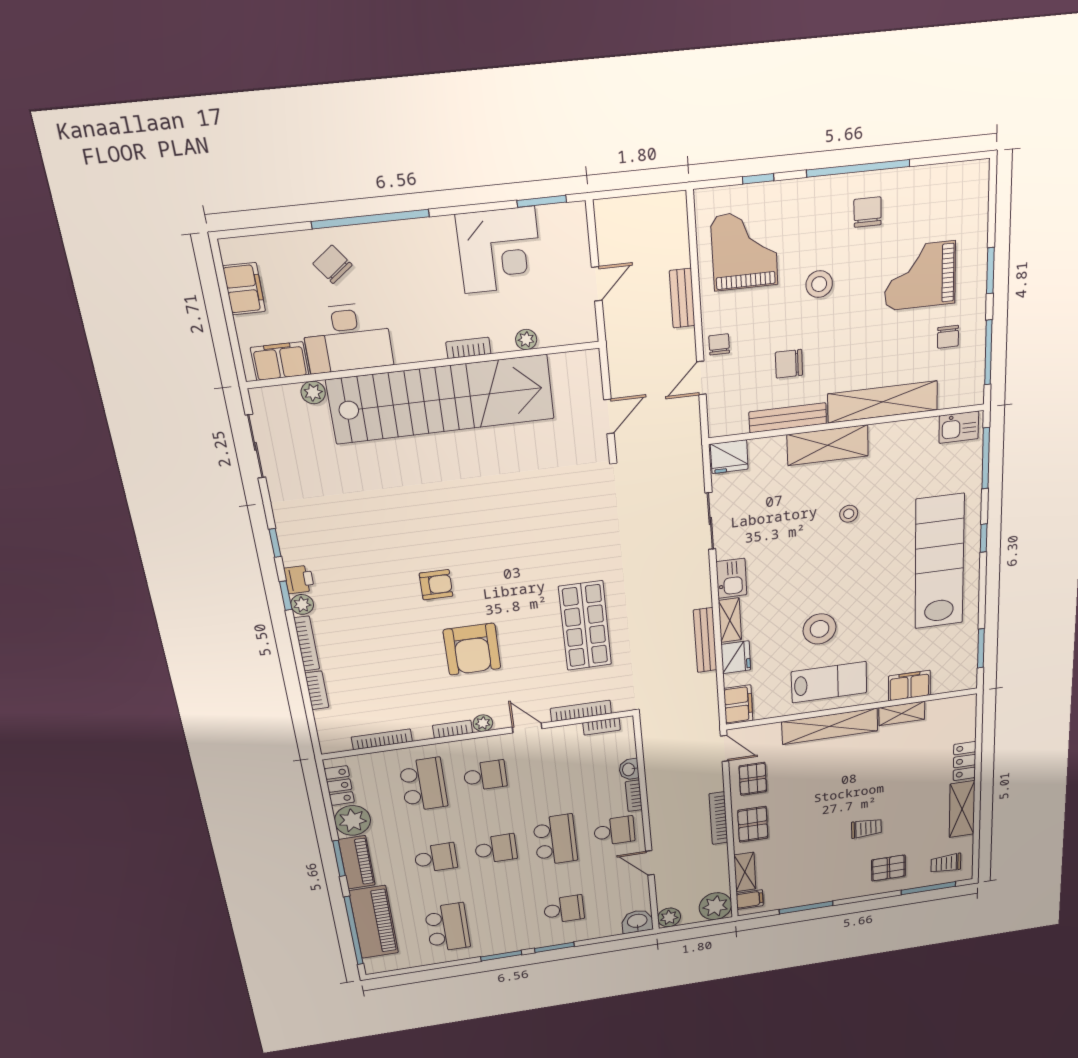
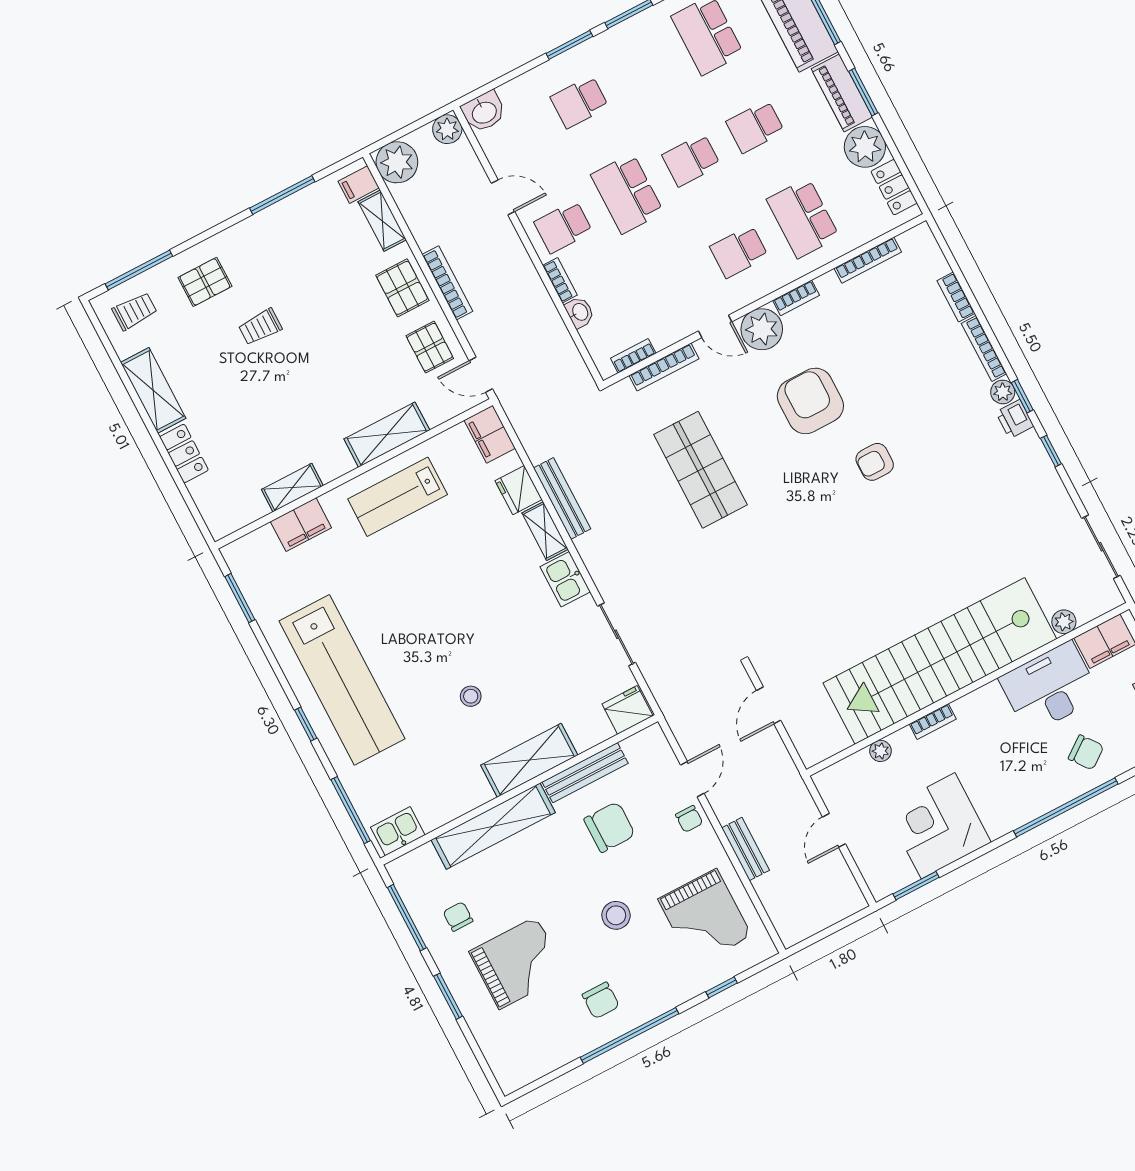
chair: (789, 364) -> (610, 827), width x1.37, depth x1.37
stool: (820, 629) -> (440, 556), removed
plant: (483, 723) -> (762, 329), width x1.88, depth x1.88
shelving: (830, 726) -> (387, 435), width x0.68

